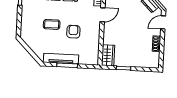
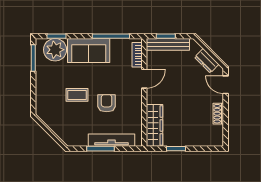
door: (163, 22) -> (226, 85), hinge flipped
wardrobe: (108, 55) -> (155, 125), width x1.50
tv unit: (61, 59) -> (112, 140), moved

